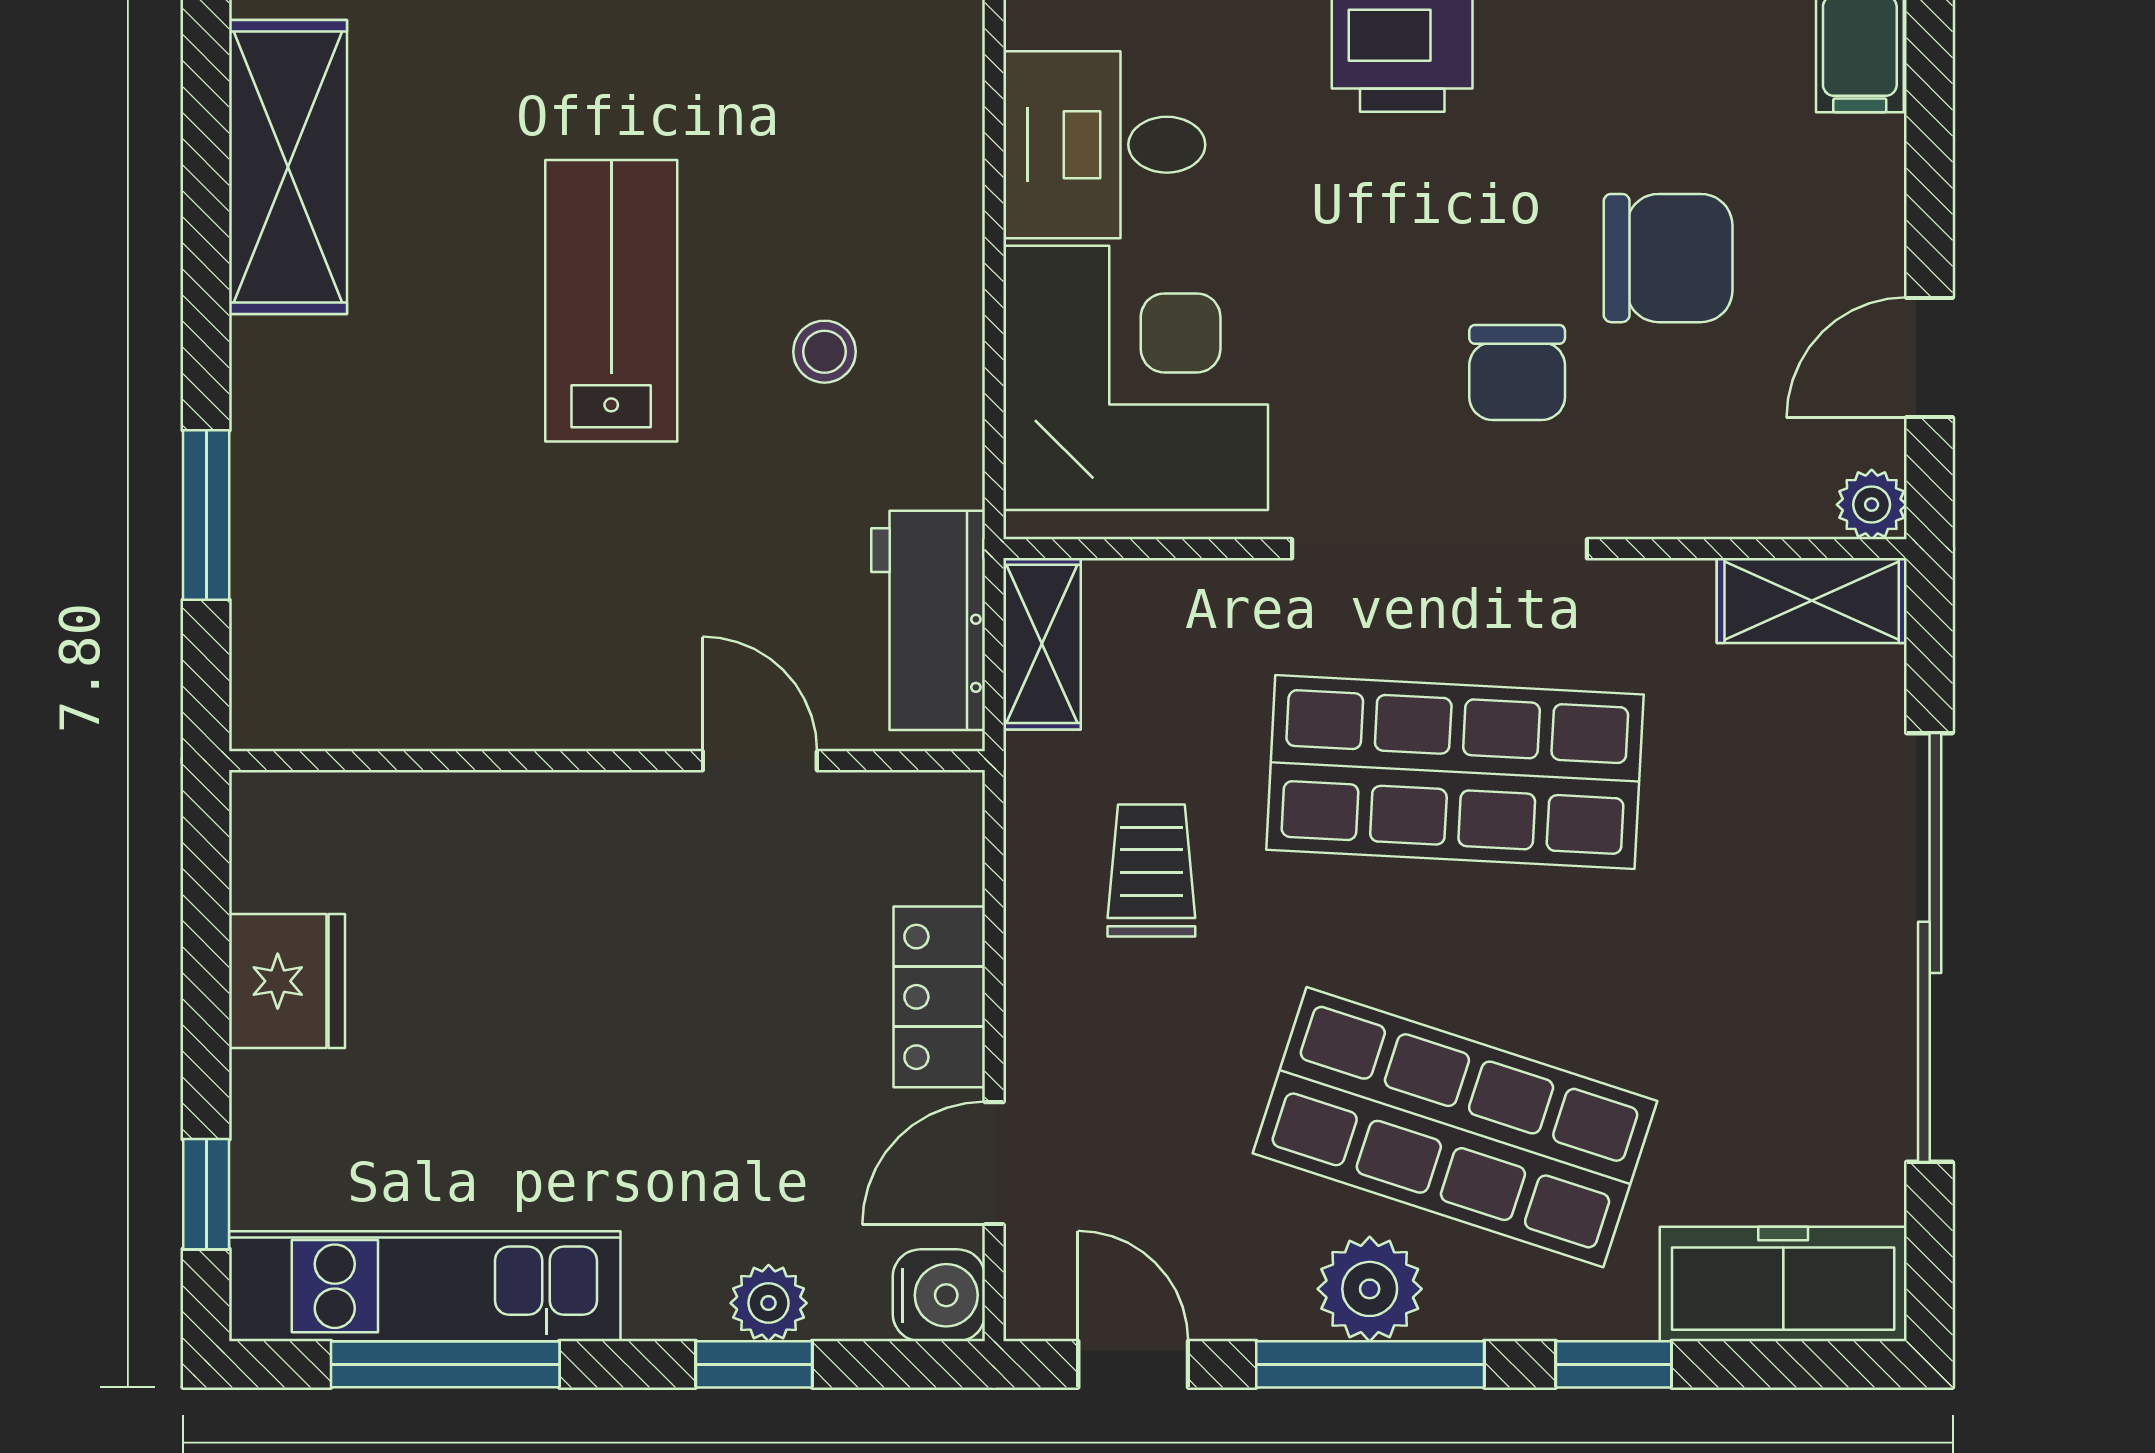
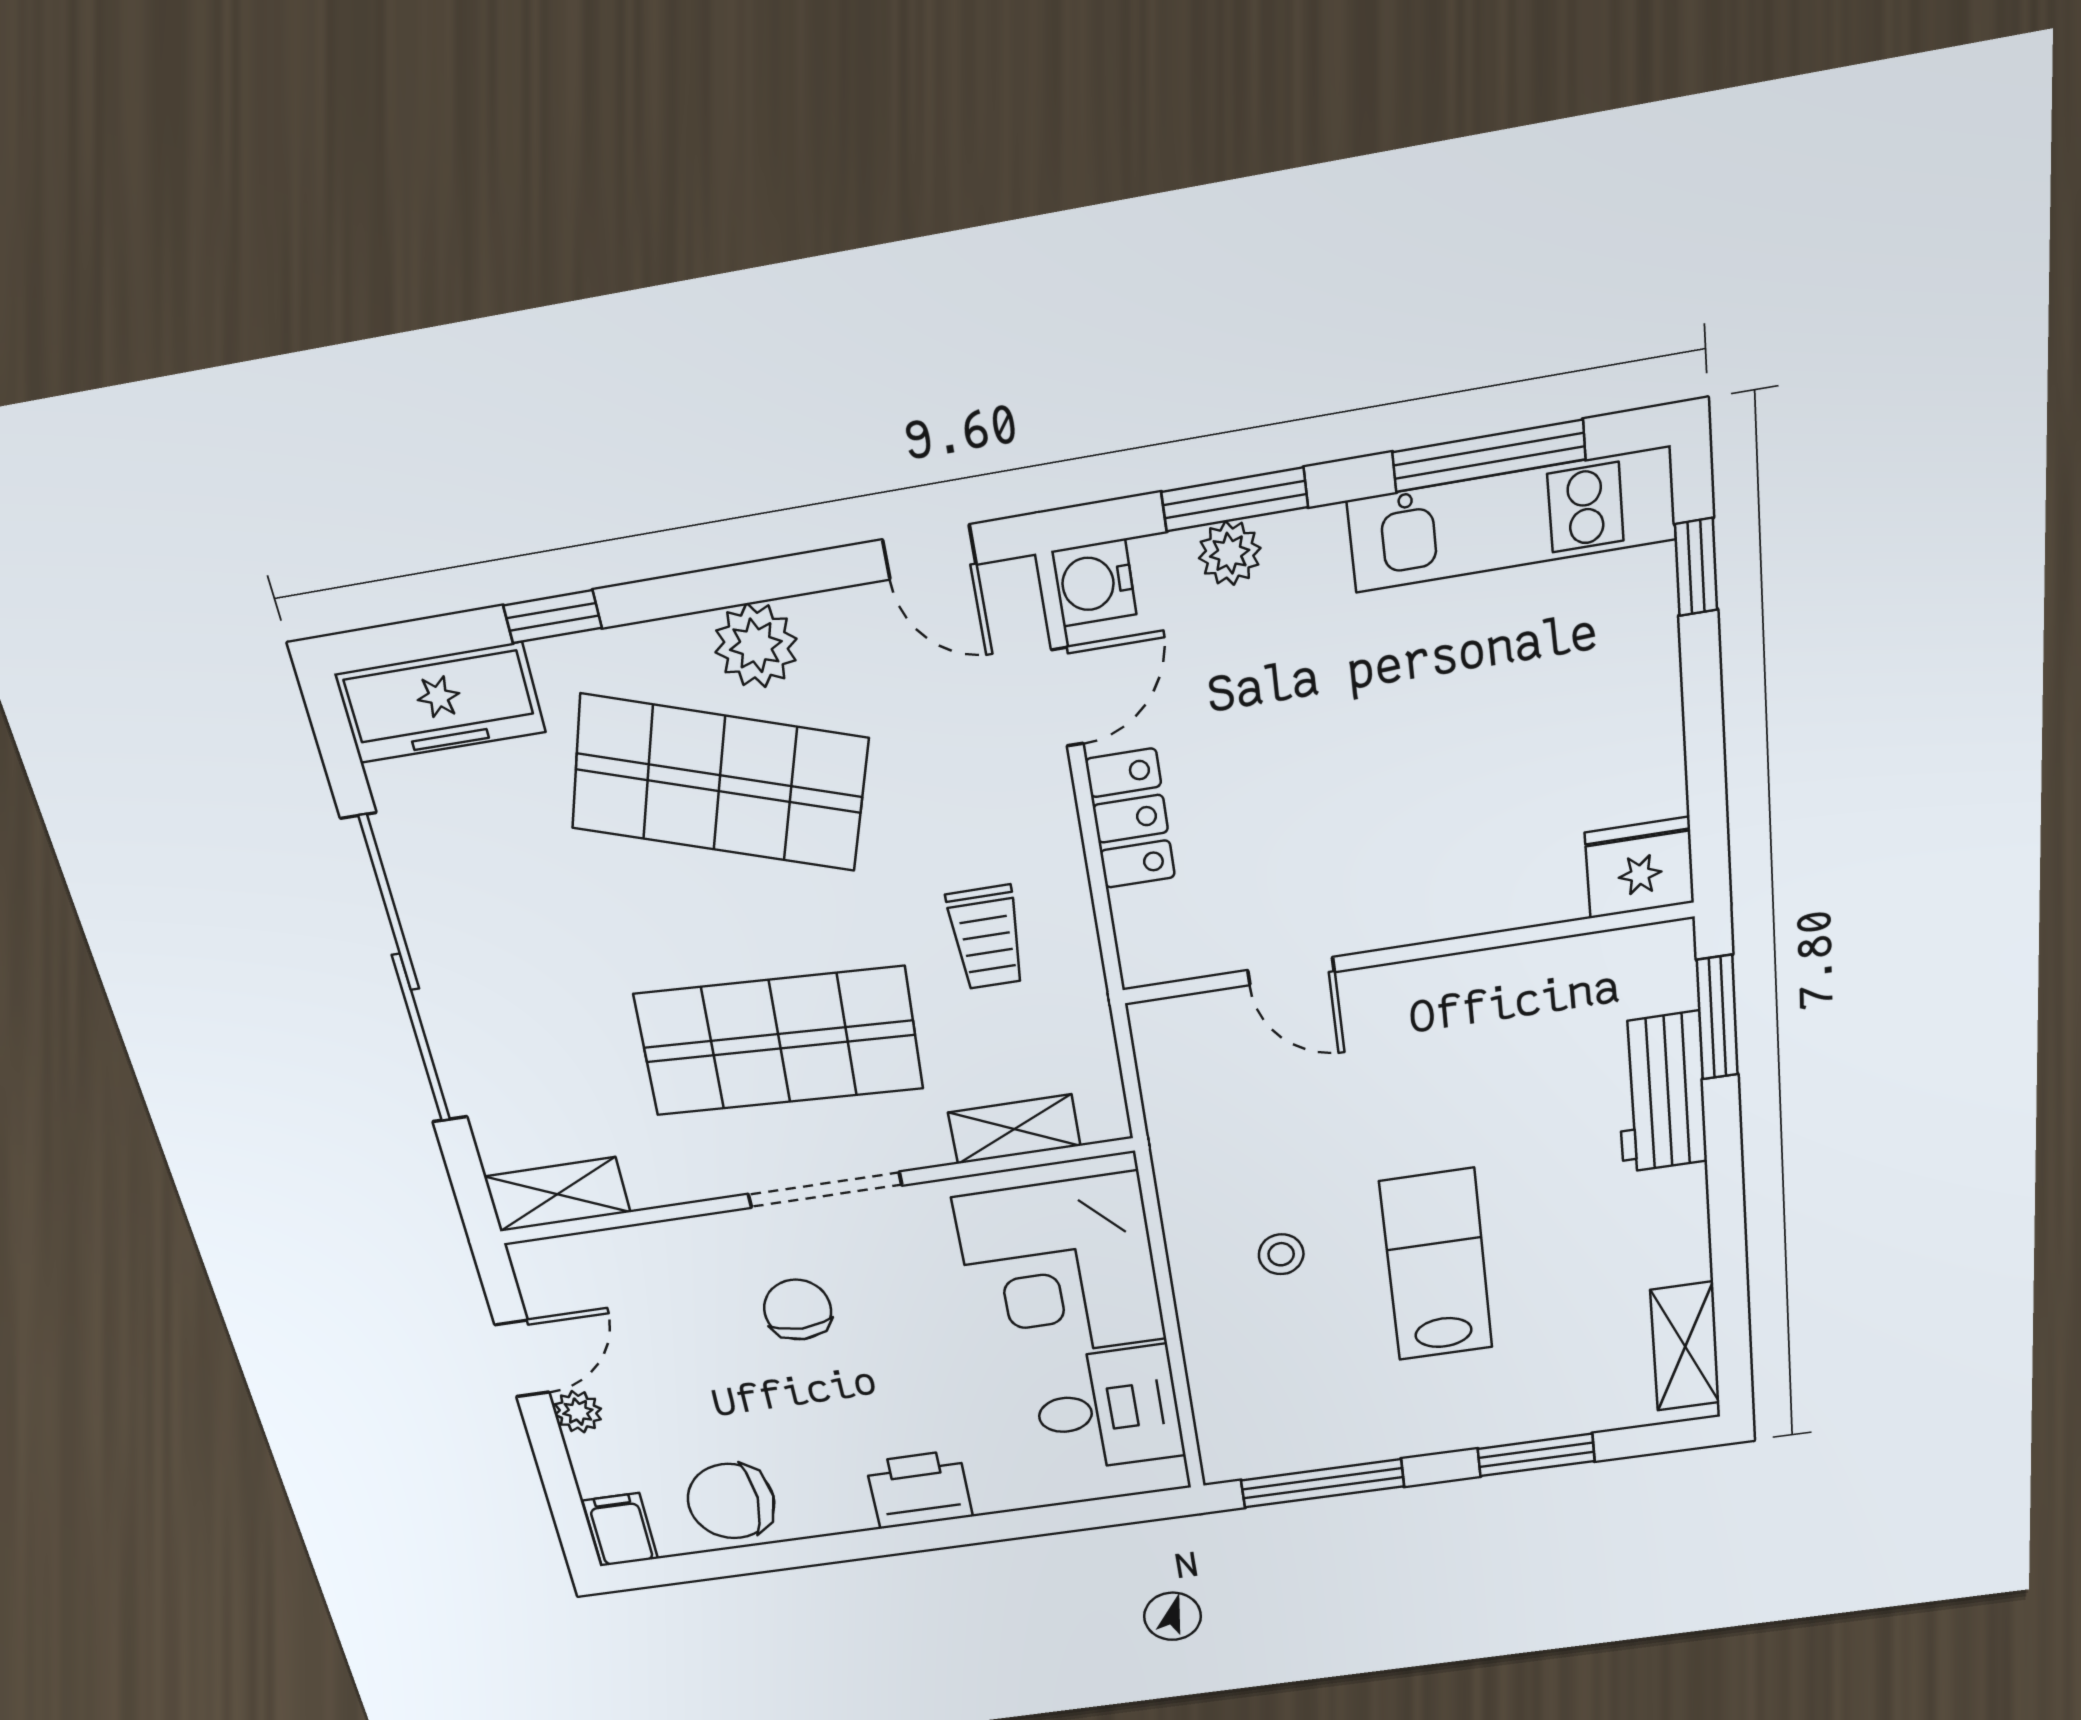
shelving: (288, 167) -> (1685, 1346), width x0.67, depth x0.75
chair: (1668, 258) -> (731, 1501), moved
lab bench: (611, 301) -> (1436, 1265), turned 180
plant: (1872, 505) -> (578, 1412), moved
window: (206, 515) -> (1717, 1017), moved
doorway: (1439, 549) -> (825, 1190), width x0.73
workbench: (928, 620) -> (1661, 1093), moved, turned 180
shelving: (1042, 644) -> (1014, 1129), moved, turned 90
fridge: (287, 981) -> (1640, 868), moved, turned 90
window: (754, 1364) -> (1235, 499), width x1.50
window: (1370, 1364) -> (742, 584), removed

